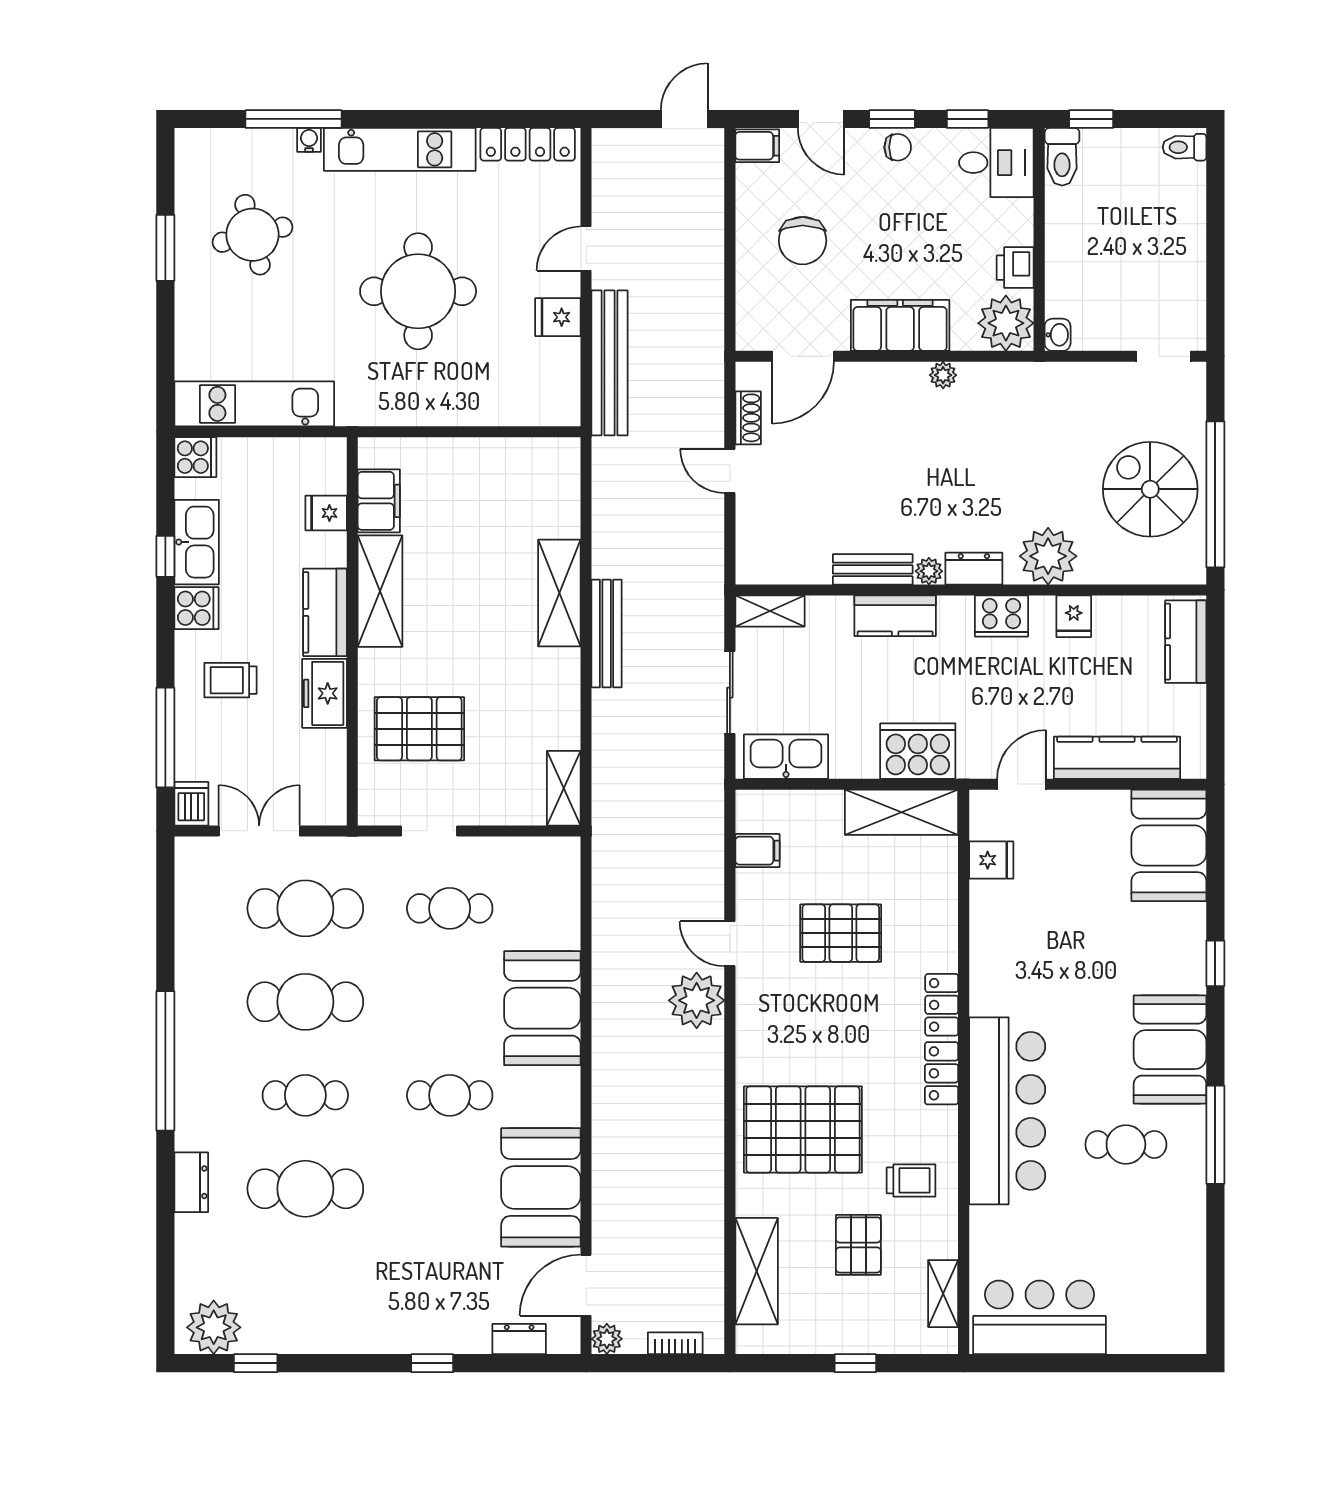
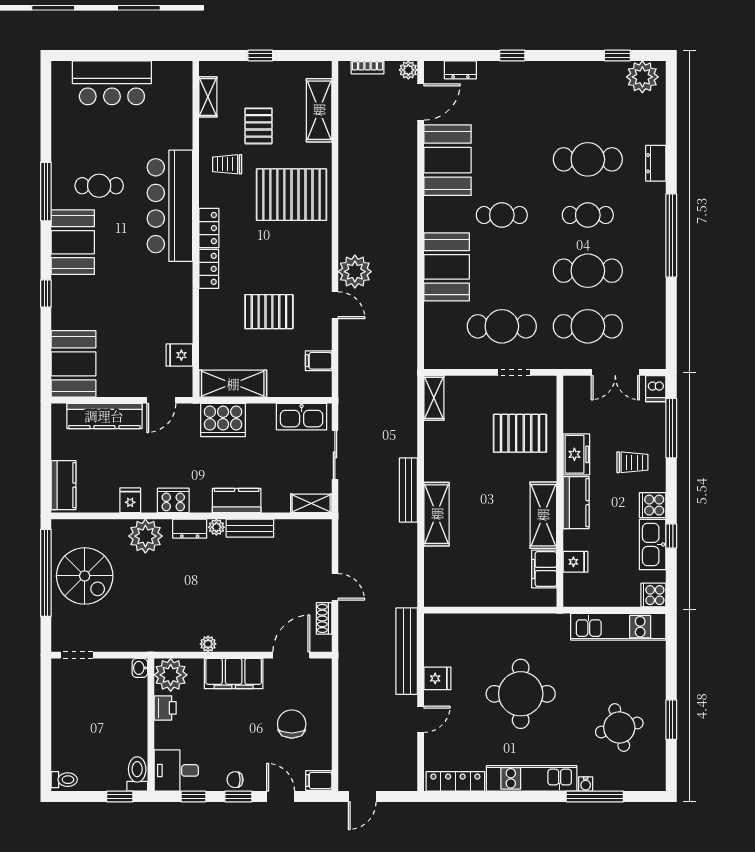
cafe table: (450, 908) -> (502, 326), width x1.37, depth x1.35
bar counter: (1040, 1317) -> (112, 83), moved

